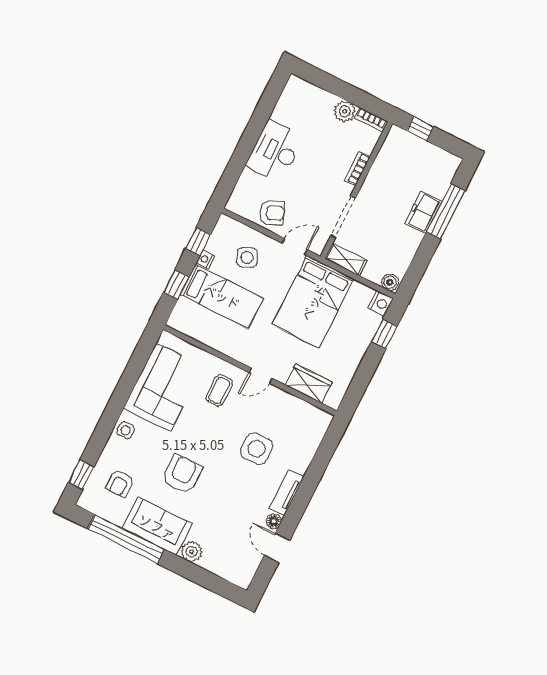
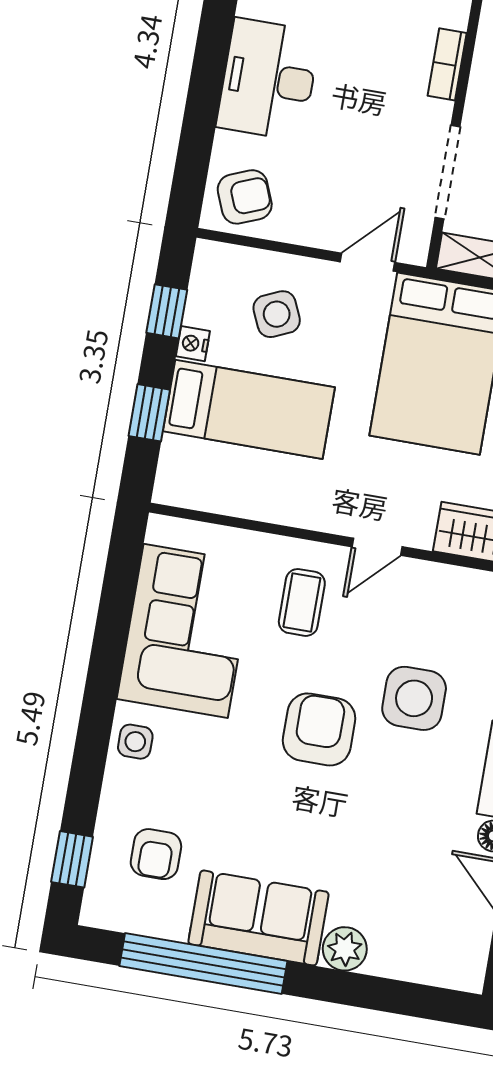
armchair: (272, 213) -> (245, 197), moved
armchair: (182, 474) -> (319, 729), moved

